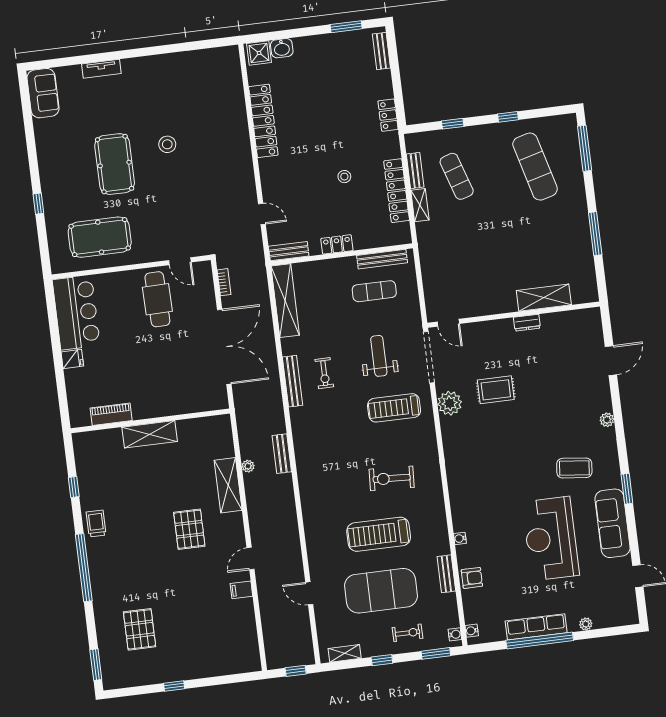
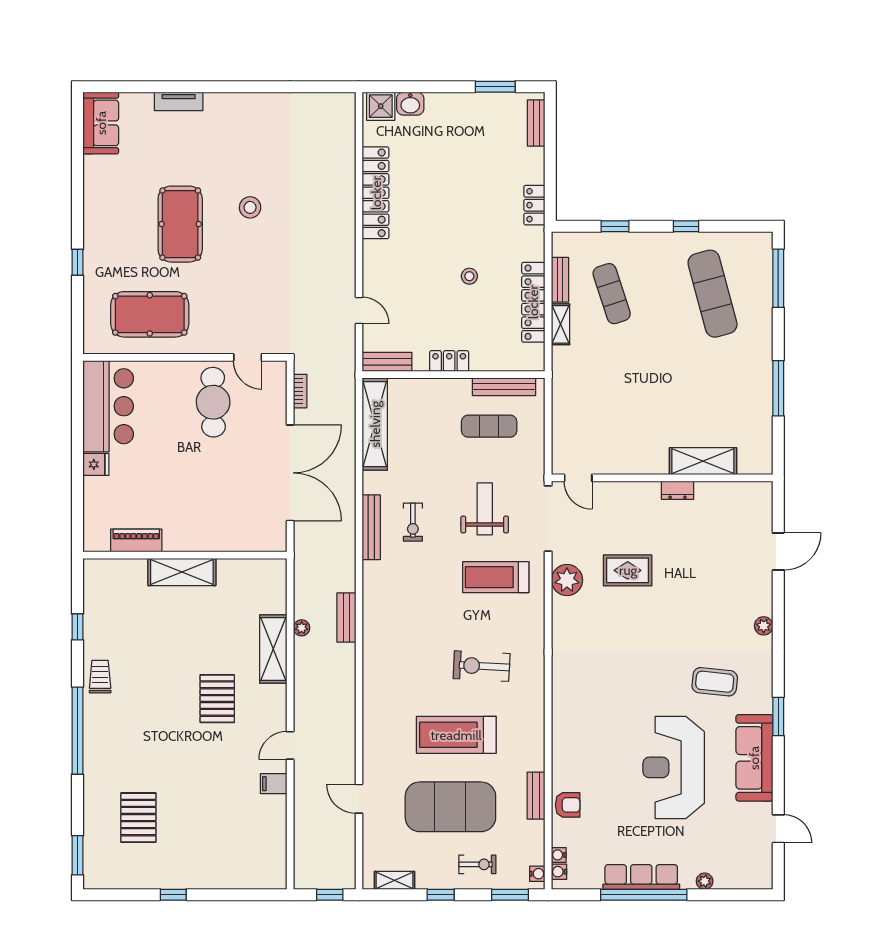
water cooler: (460, 538) -> (559, 855), moved

